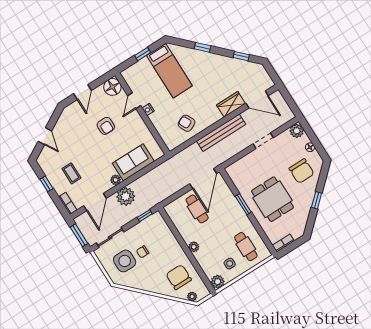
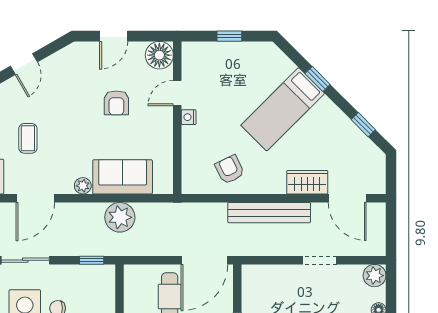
bed: (169, 71) -> (283, 109), moved, turned 45
plant: (126, 196) -> (120, 217), moved

